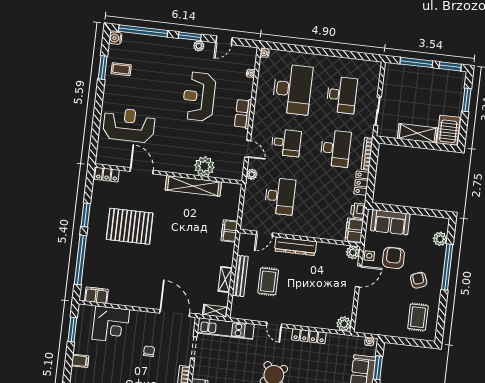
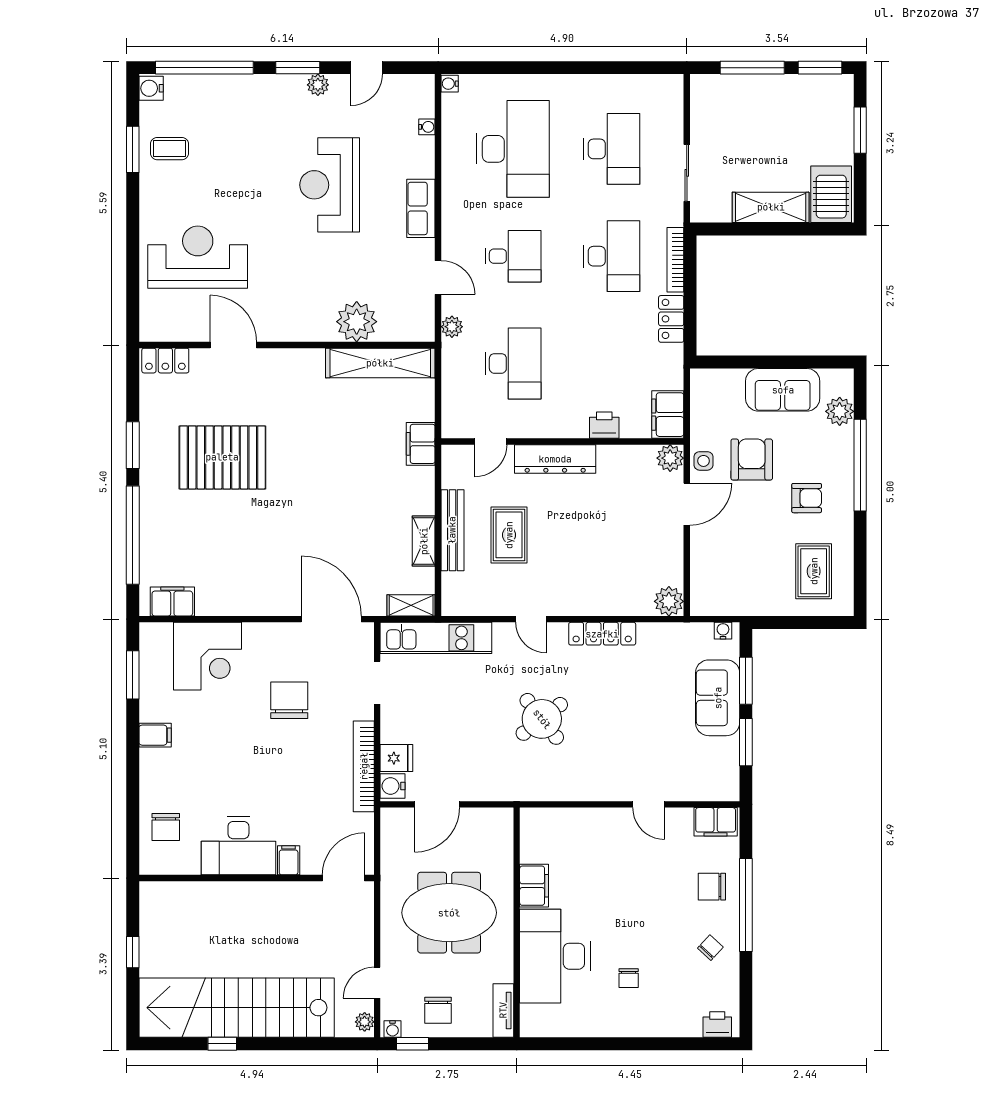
shelving: (193, 186) -> (380, 363), moved
printer: (358, 211) -> (604, 425), moved, turned 90
sofa: (390, 222) -> (783, 390), moved
armchair: (419, 280) -> (807, 498), turned 111
chair: (149, 351) -> (289, 700), width x1.87, depth x1.87

